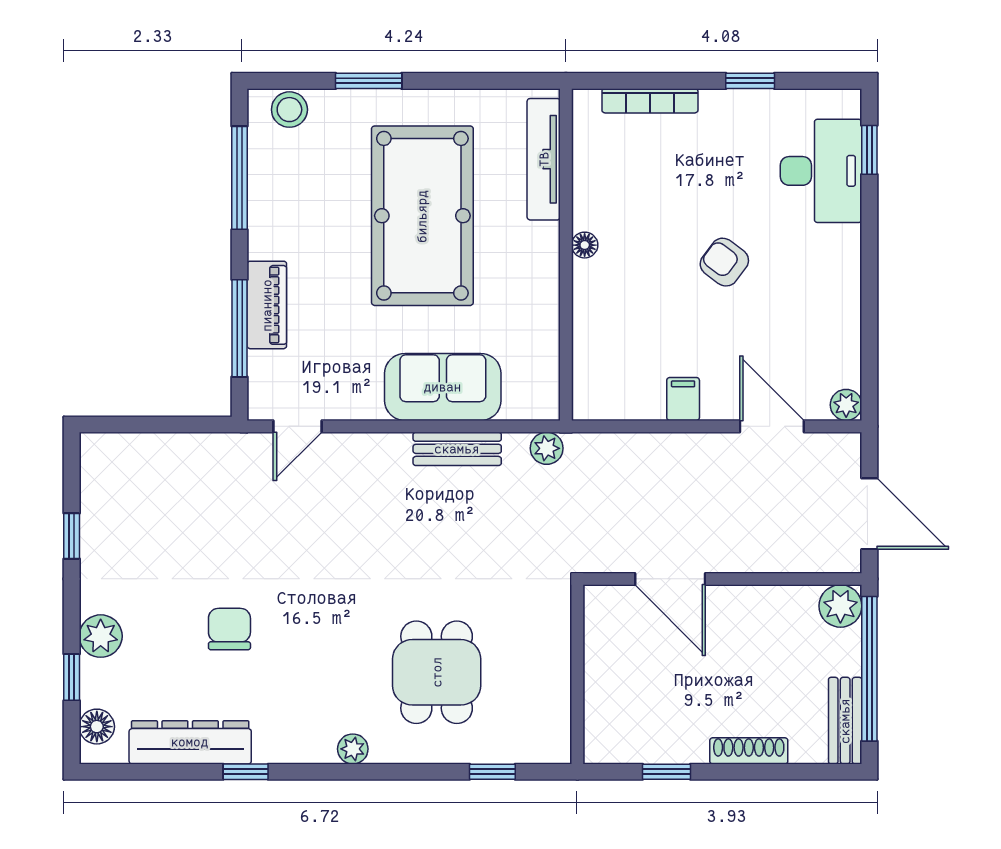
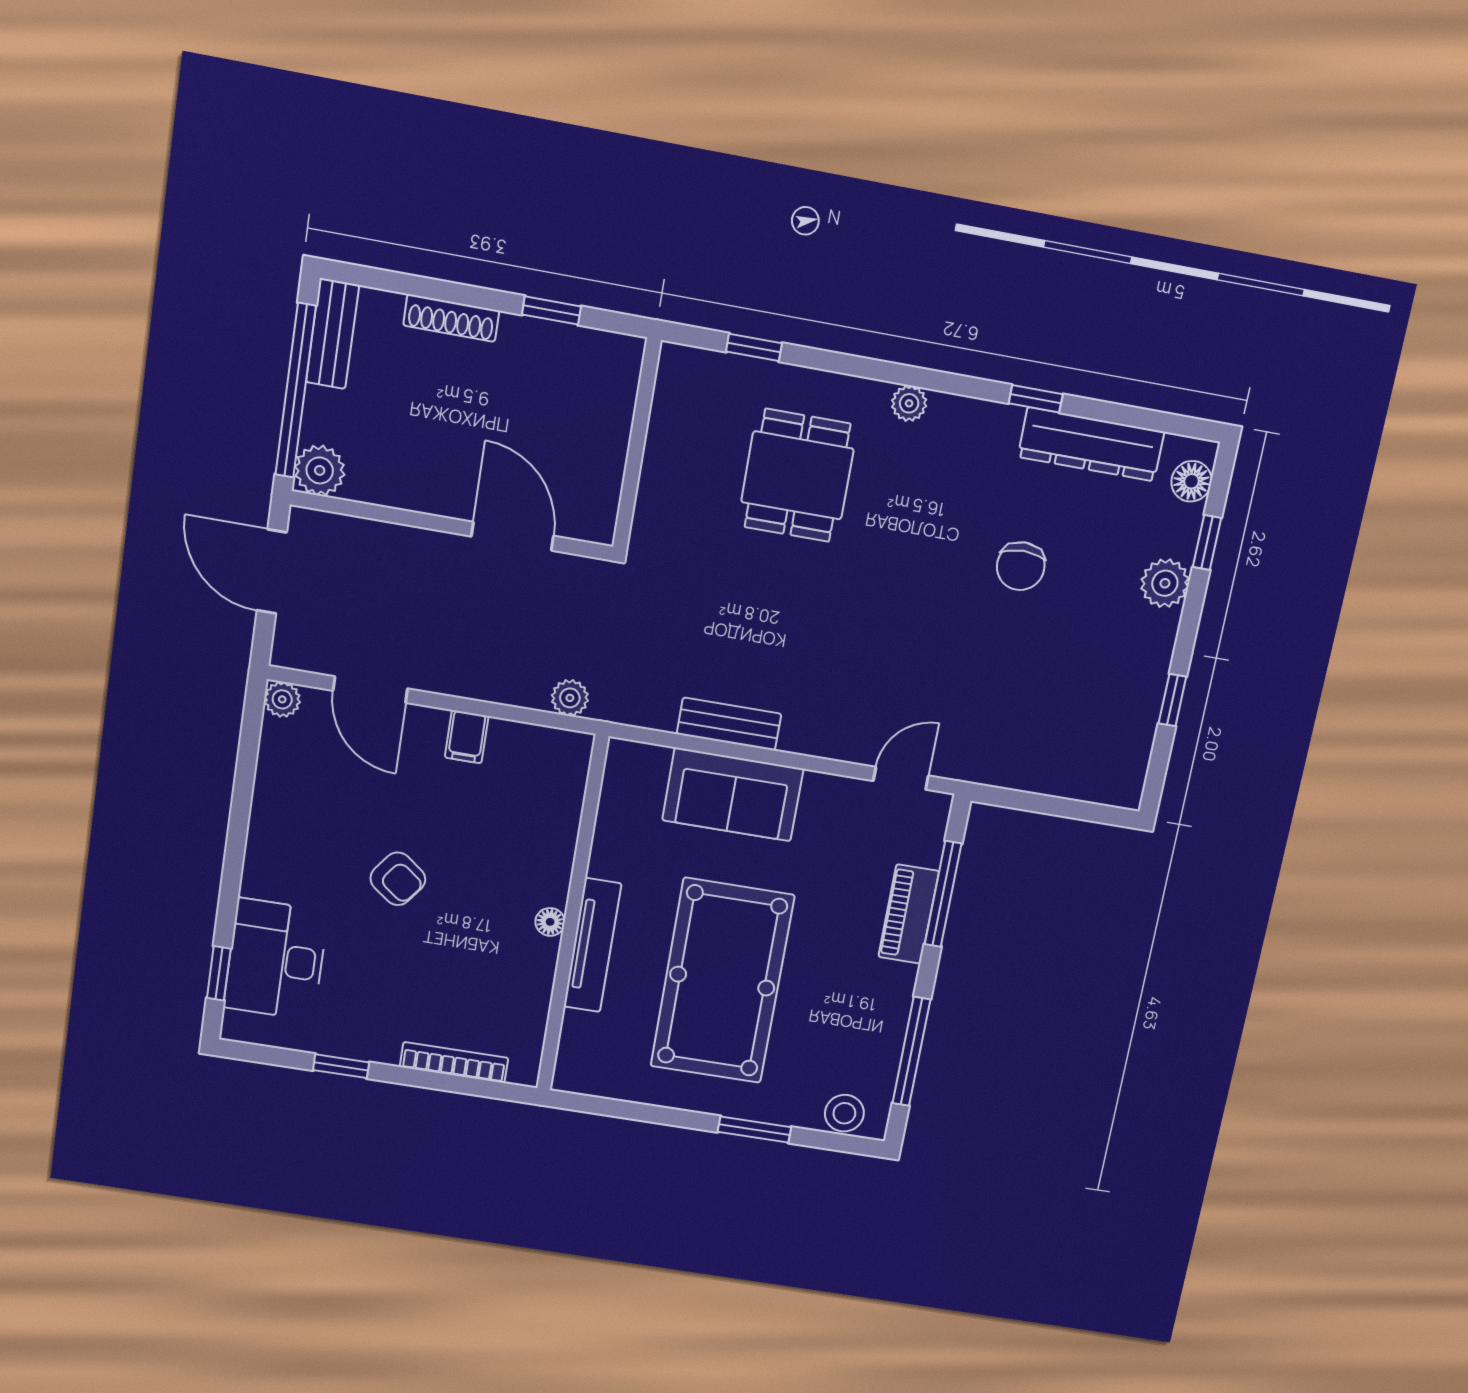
tv unit: (544, 159) -> (592, 945), moved
plant: (547, 448) -> (570, 698), moved

